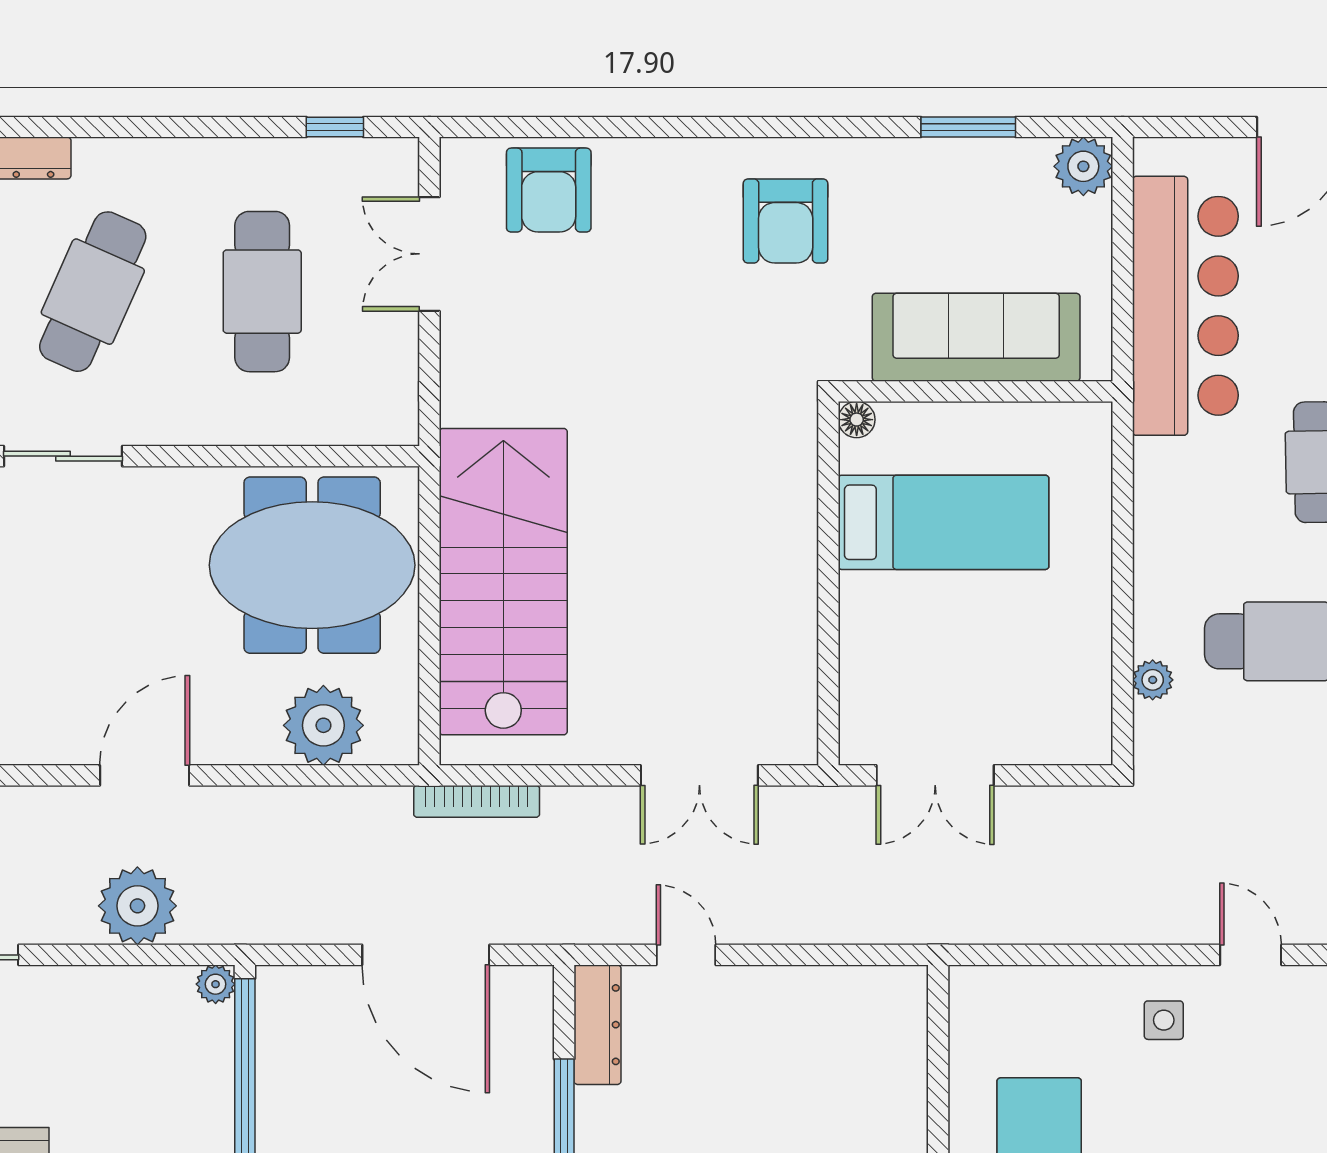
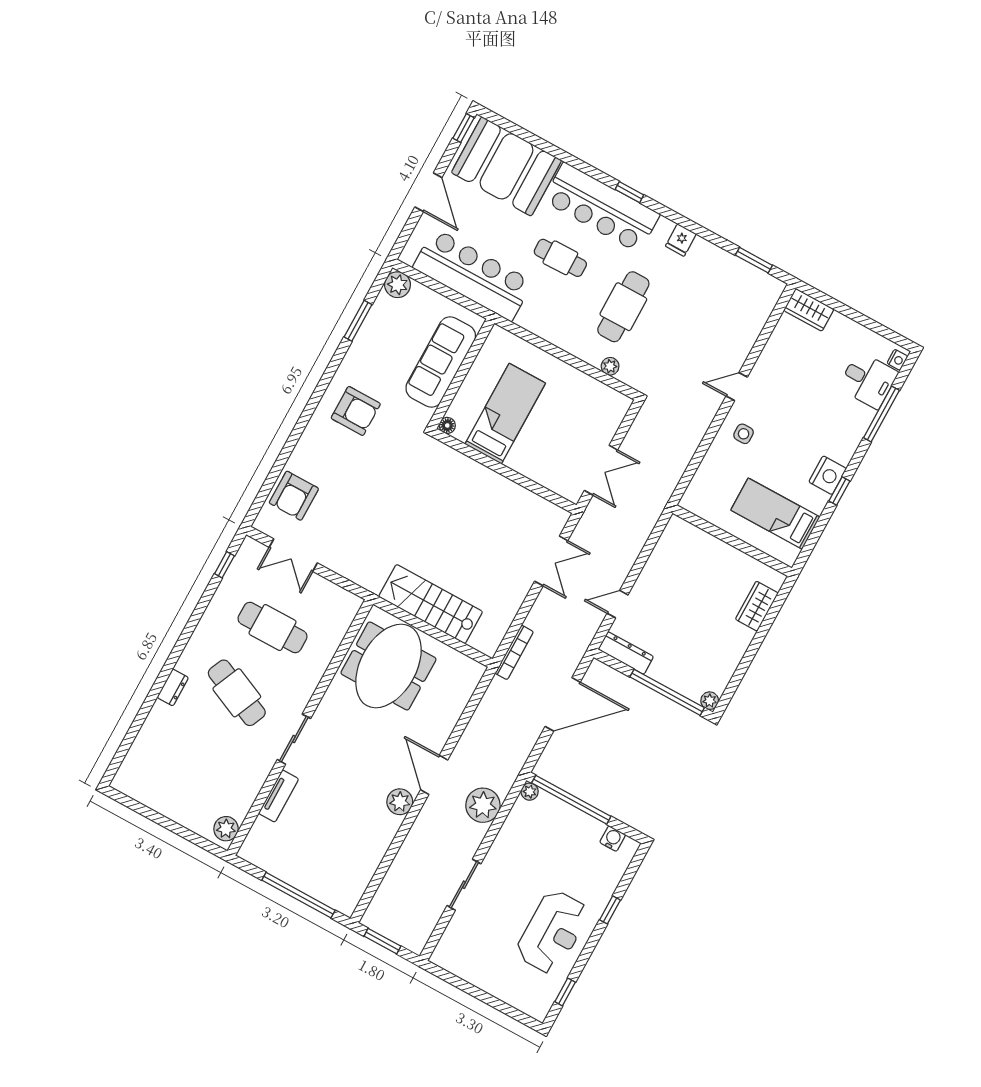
armchair: (549, 190) -> (294, 496), turned 90
stairs: (503, 582) -> (431, 604), width x0.73, depth x0.66
plant: (323, 725) -> (400, 802), moved, width x0.73, depth x0.73

